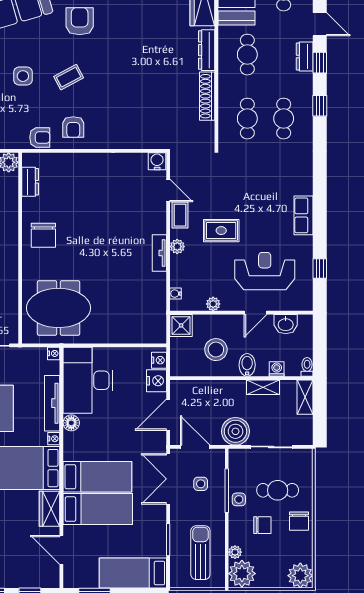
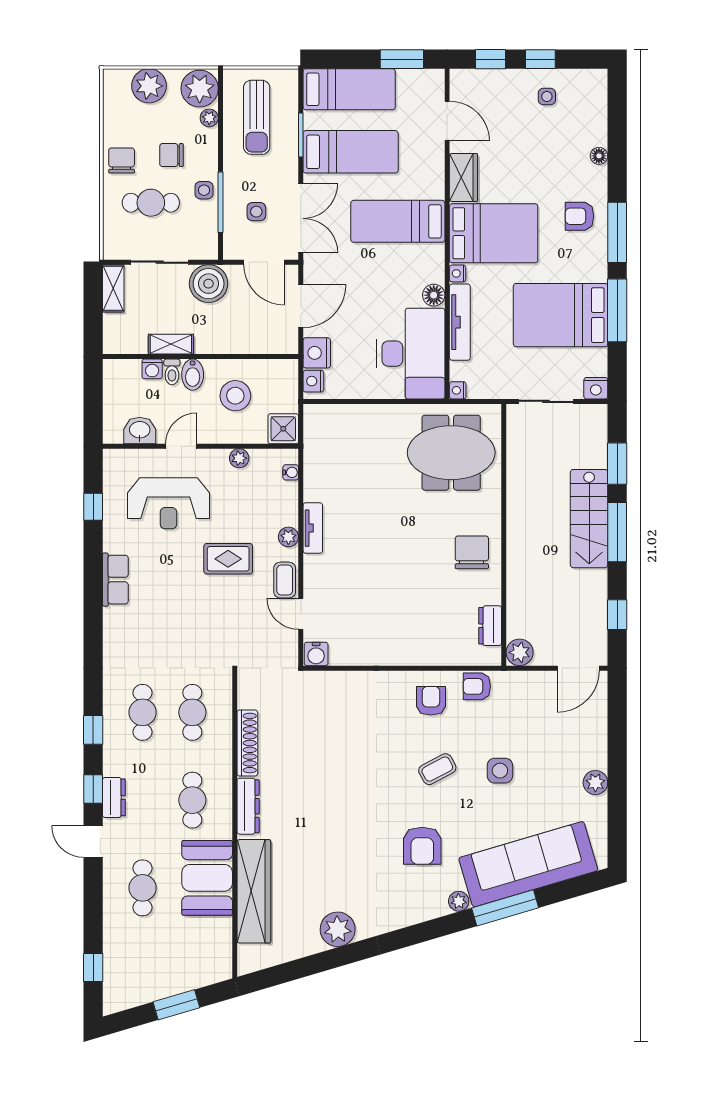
toilet: (307, 367) -> (172, 372), moved
shelving: (305, 397) -> (113, 288), moved
bed: (98, 509) -> (351, 152), moved, turned 180
plant: (300, 576) -> (149, 86), moved

